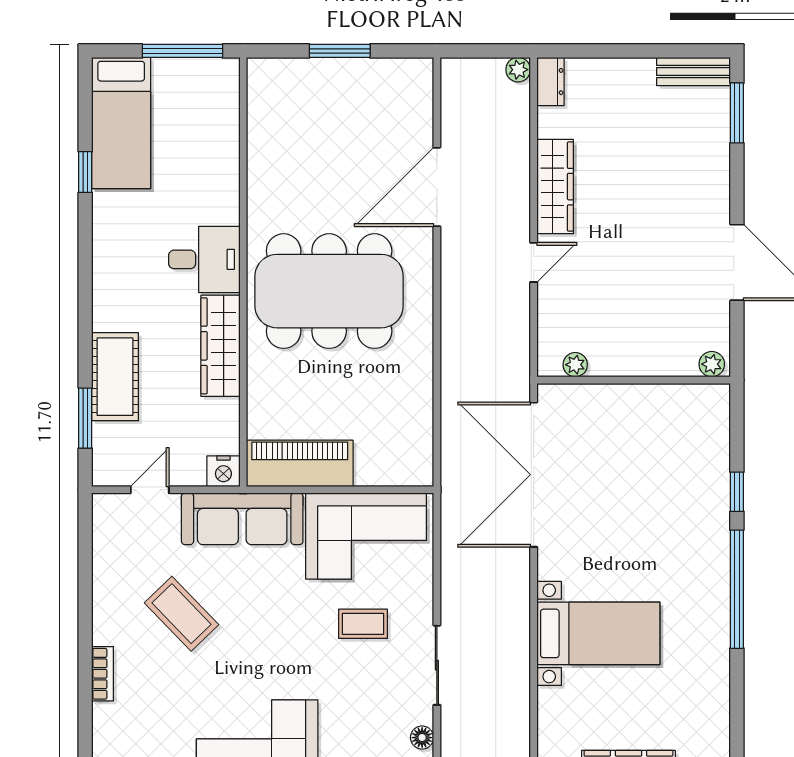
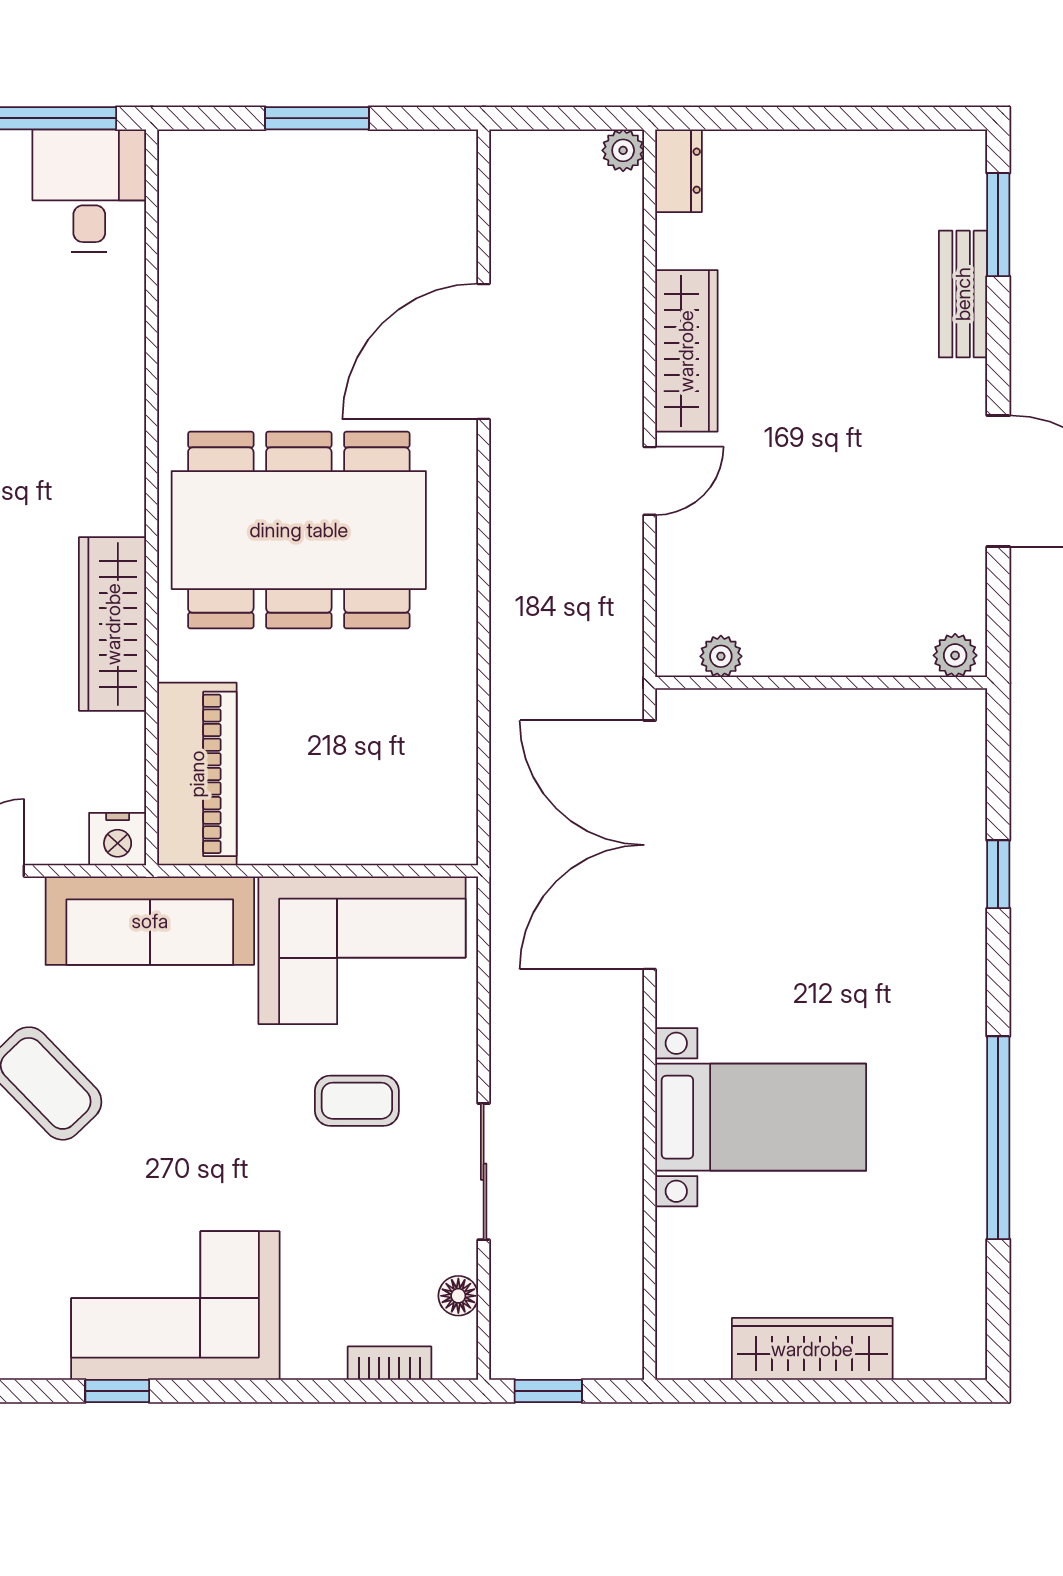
bench: (694, 72) -> (963, 294), moved, turned 90
desk: (204, 259) -> (89, 191), moved, turned -90
piano: (300, 463) -> (197, 774), moved, turned 90
window: (737, 589) -> (998, 1138), moved

